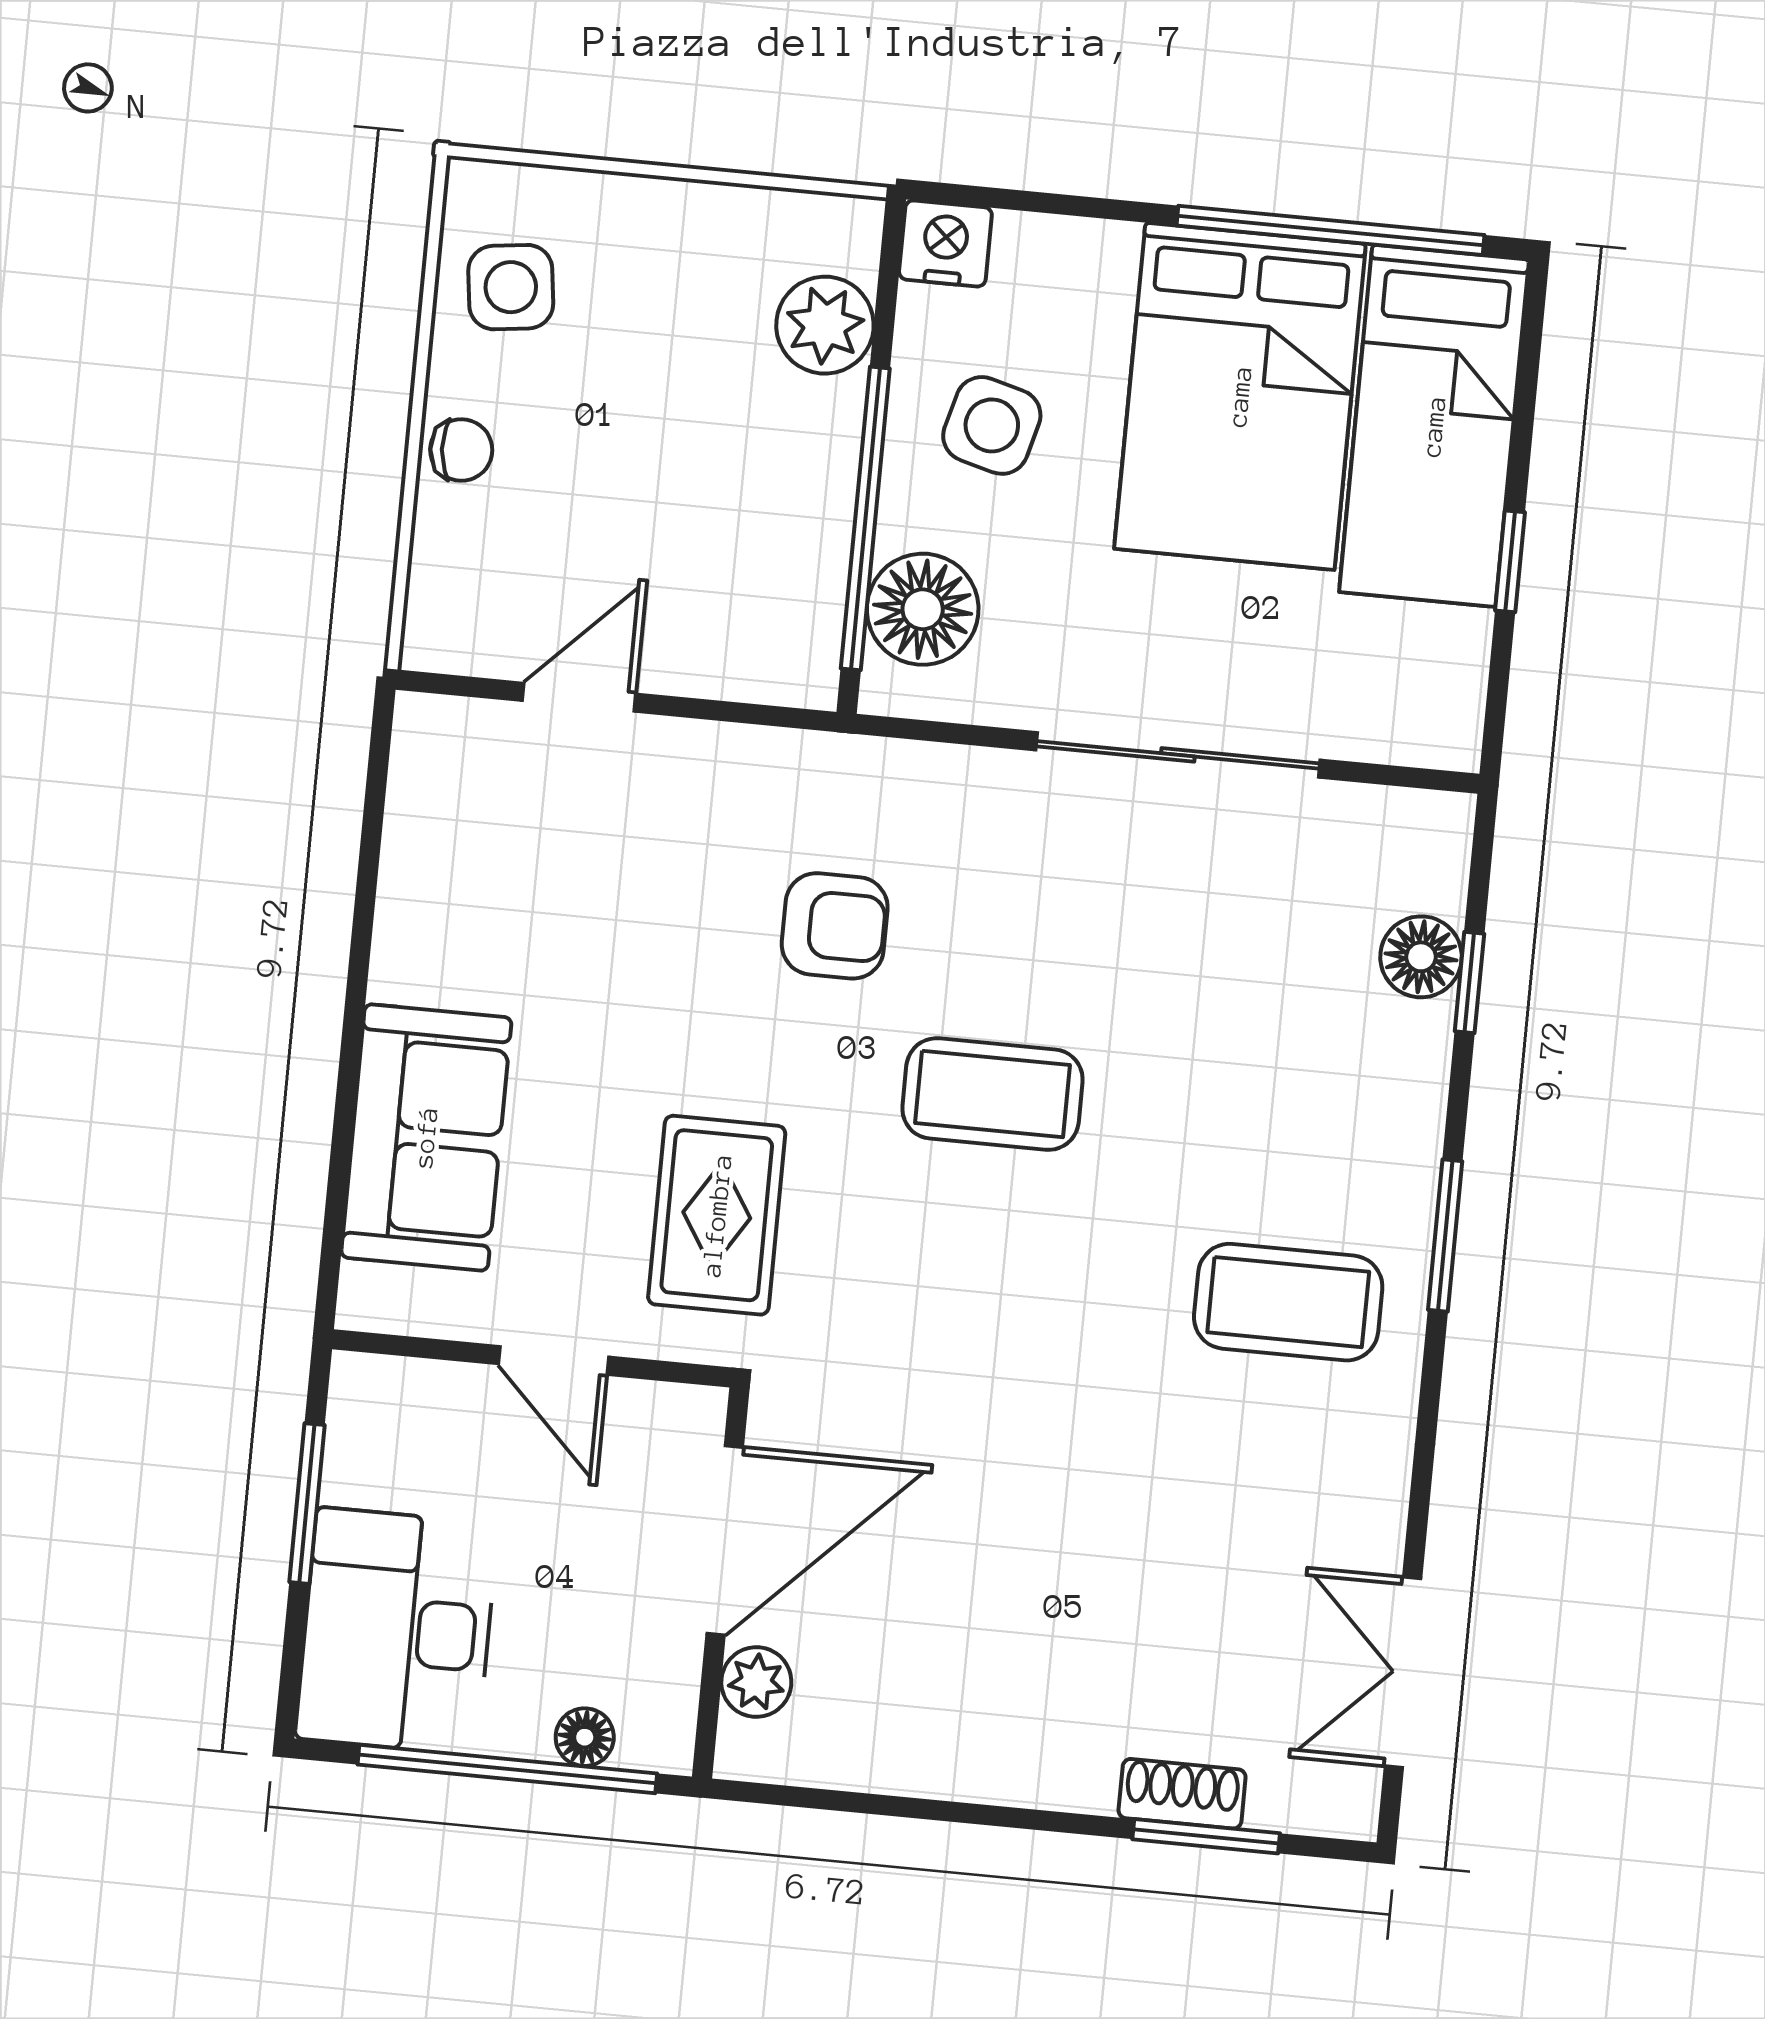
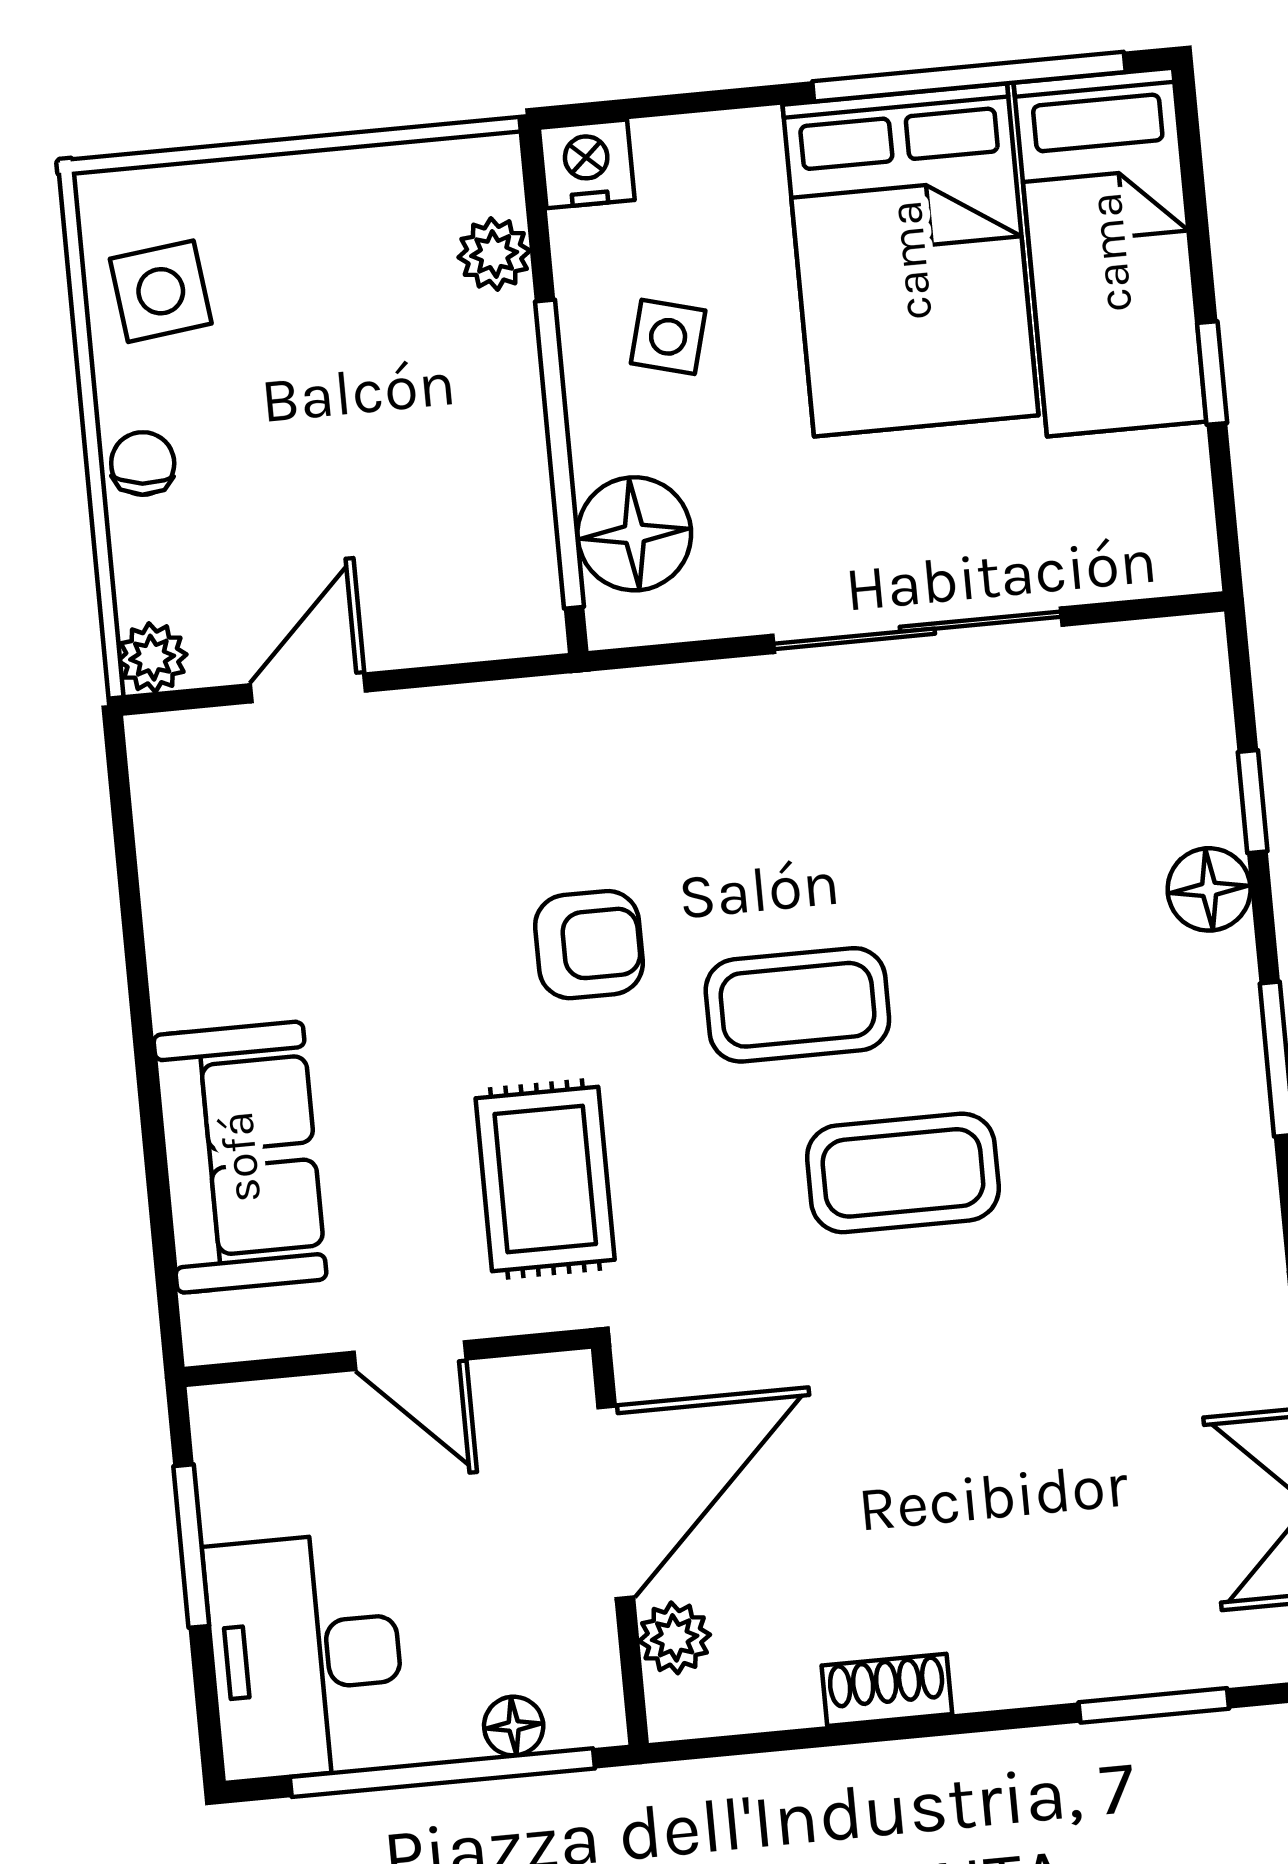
plant: (825, 325) -> (494, 254), width x0.73, depth x0.73
side table: (992, 425) -> (668, 337), width x0.73, depth x0.73
chair: (461, 450) -> (143, 463), turned -80
plant: (434, 639) -> (152, 658), added
armchair: (835, 926) -> (589, 945), moved
floor lamp: (1421, 957) -> (1209, 889), moved
coffee table: (1288, 1302) -> (903, 1173), moved
shoe rack: (1182, 1794) -> (887, 1690), moved

